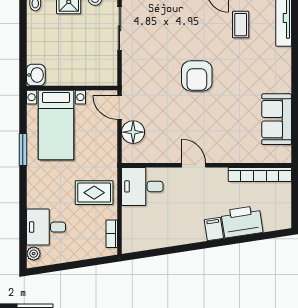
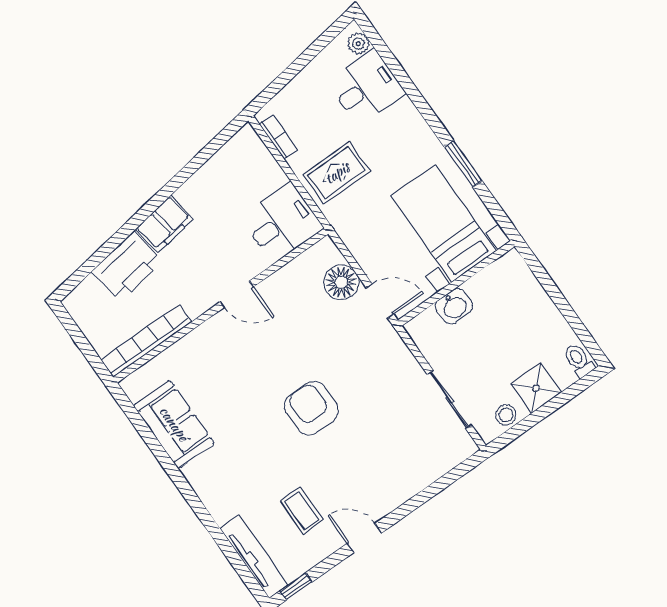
washbasin: (36, 75) -> (454, 306), moved, turned -90
filing cabinet: (214, 229) -> (164, 224), width x2.00

